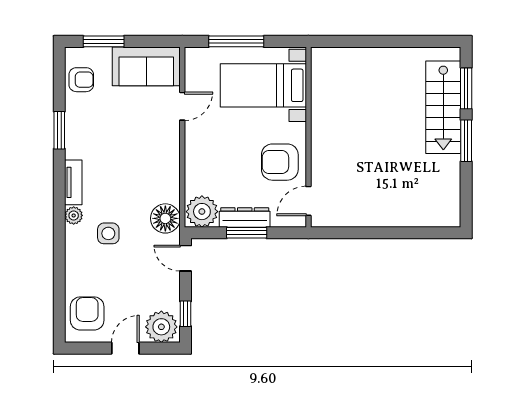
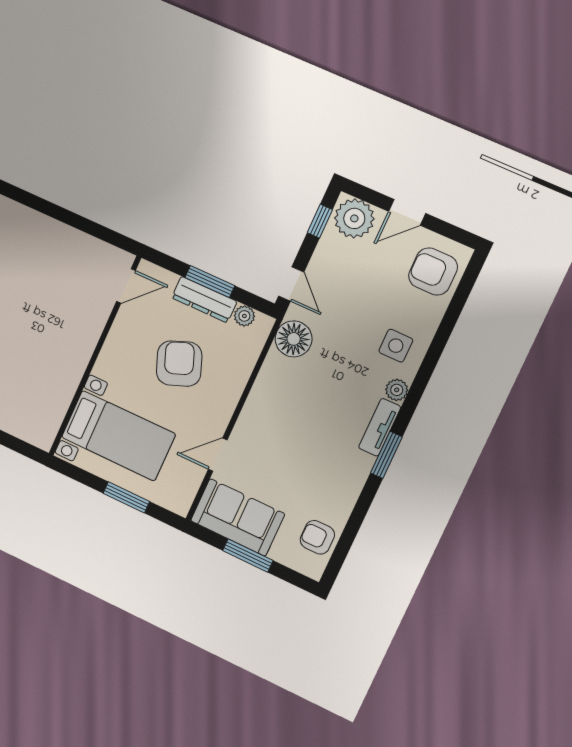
window: (104, 41) -> (248, 556), moved
window: (236, 41) -> (126, 497), width x0.69
window: (59, 130) -> (386, 455), moved
armchair: (280, 162) -> (179, 364), moved, turned -111
plant: (202, 212) -> (244, 316), width x0.53, depth x0.53
side table: (108, 233) -> (396, 346), moved
armchair: (87, 313) -> (433, 271), turned 90

